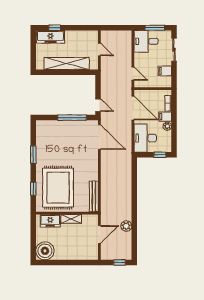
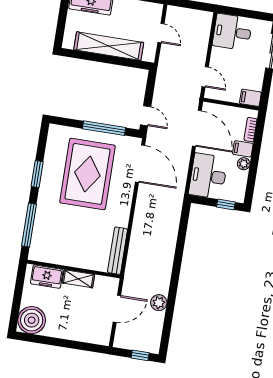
window: (155, 28) -> (249, 14), removed
filing cabinet: (165, 71) -> (250, 98), moved
rug: (58, 188) -> (87, 174), moved
window: (33, 189) -> (29, 225), width x2.17

